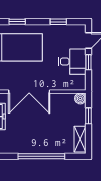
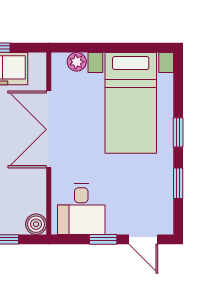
window: (17, 22) -> (178, 132), moved
desk: (72, 62) -> (81, 209), moved

